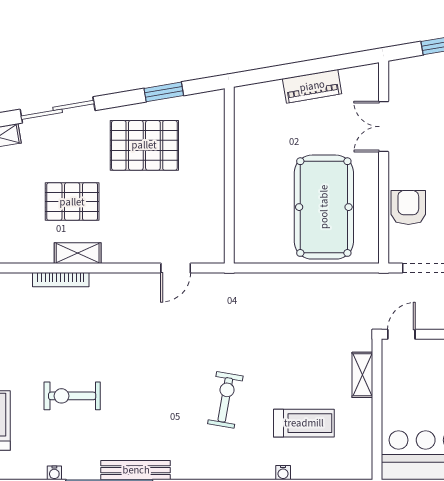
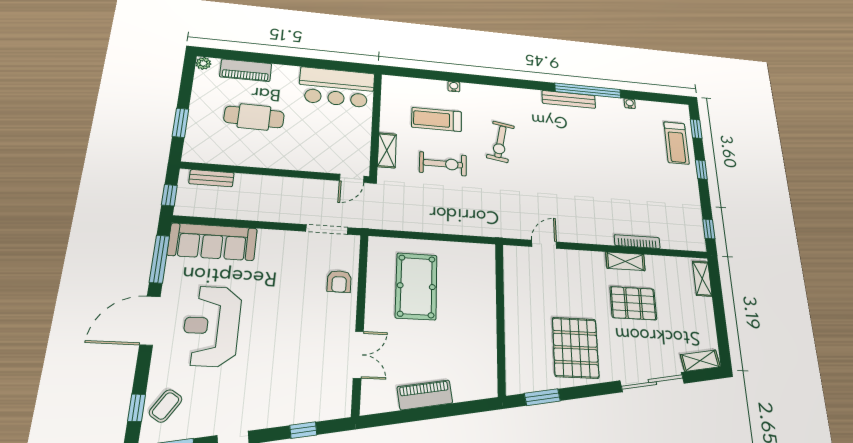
window: (164, 92) -> (542, 397), moved
pallet: (144, 145) -> (576, 348), turned 90
pool table: (324, 207) -> (416, 286), width x0.73, depth x0.76
armchair: (408, 207) -> (339, 281), width x0.72, depth x0.72
exercise bike: (72, 396) -> (443, 164), moved

